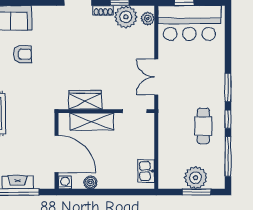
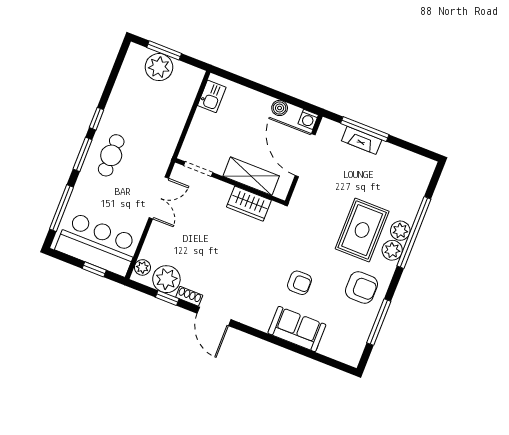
armchair: (22, 54) -> (300, 283), turned 180
cafe table: (203, 126) -> (111, 155), moved
window: (228, 156) -> (62, 208), moved

